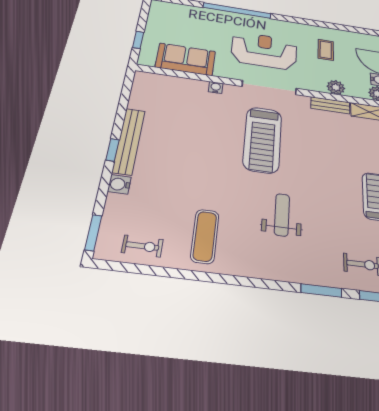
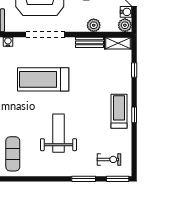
treadmill: (263, 140) -> (43, 79), turned 90
weight bench: (282, 215) -> (58, 133), width x1.36, depth x1.33

